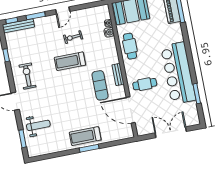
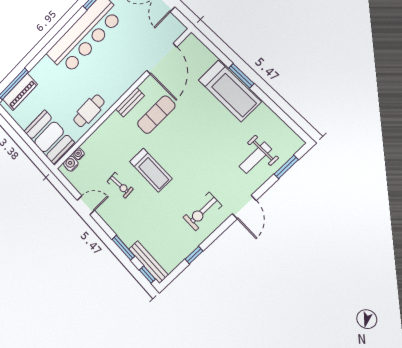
door: (63, 11) -> (86, 205), moved
water cooler: (109, 32) -> (71, 164), moved
cafe table: (145, 84) -> (121, 64), removed
weight bench: (38, 125) -> (255, 158), turned -90
treadmill: (85, 136) -> (230, 91), width x1.37, depth x1.38

